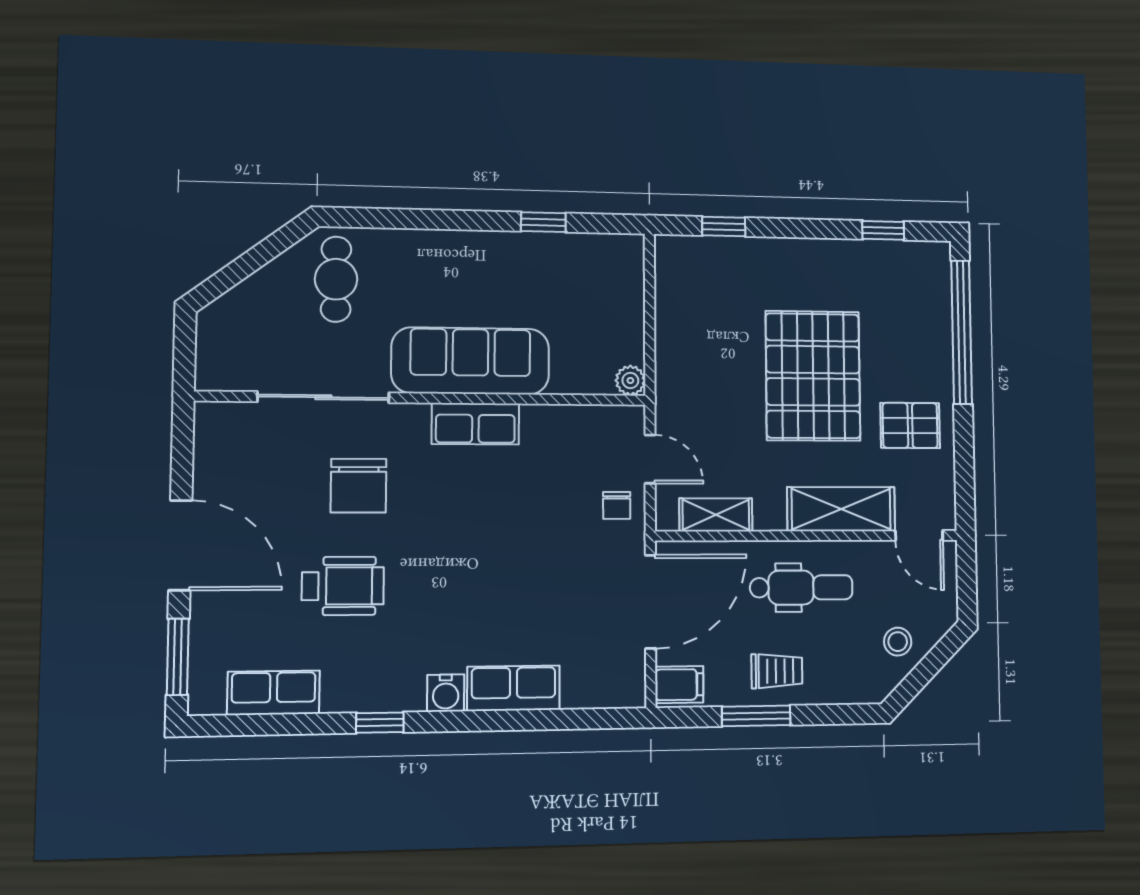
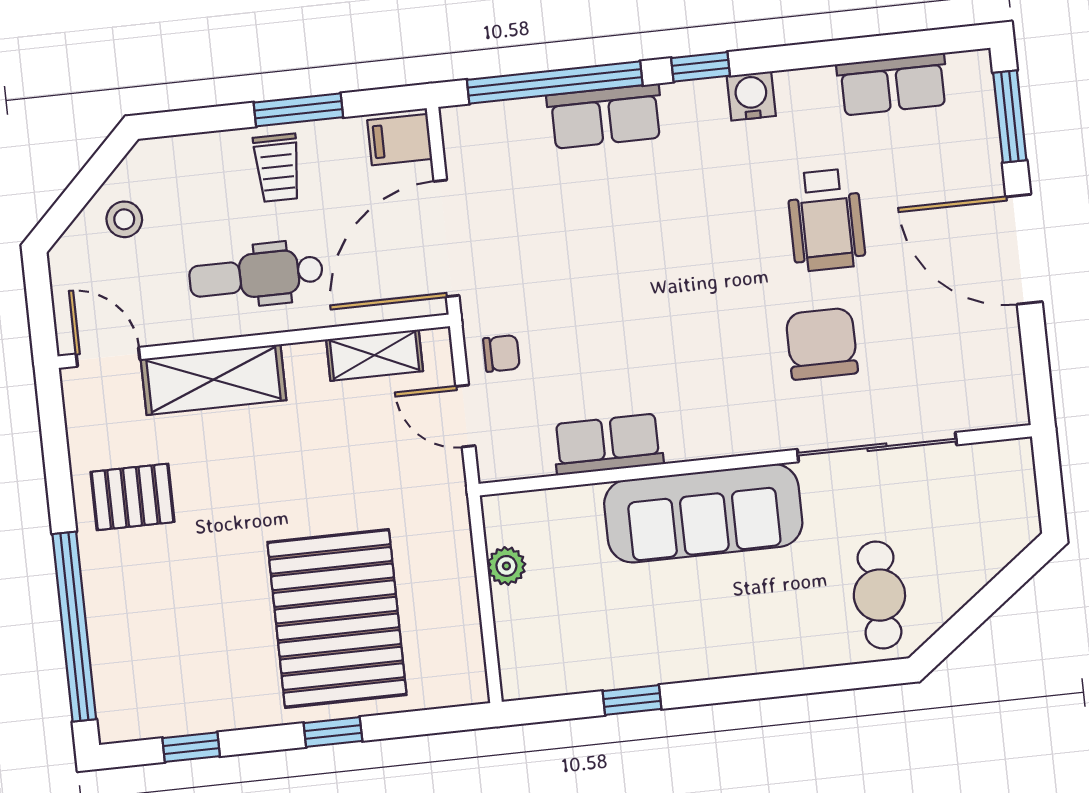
window: (724, 226) -> (333, 732), moved
pallet: (813, 376) -> (337, 618), moved
plant: (630, 380) -> (506, 566), moved
row of seats: (475, 424) -> (608, 444), moved
chair: (617, 505) -> (501, 353), turned 90
wheelchair: (343, 586) -> (826, 220), turned -90
trolley: (777, 671) -> (277, 168), turned -90
water cooler: (446, 693) -> (751, 96), moved
window: (551, 720) -> (555, 82), added
window: (380, 723) -> (701, 67), moved

